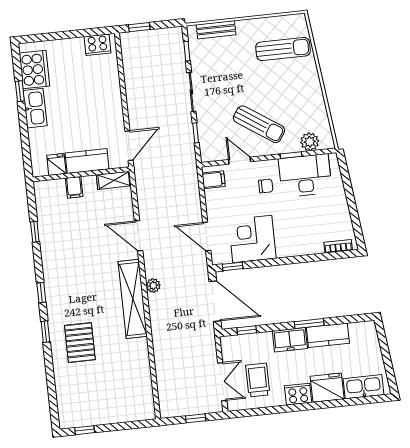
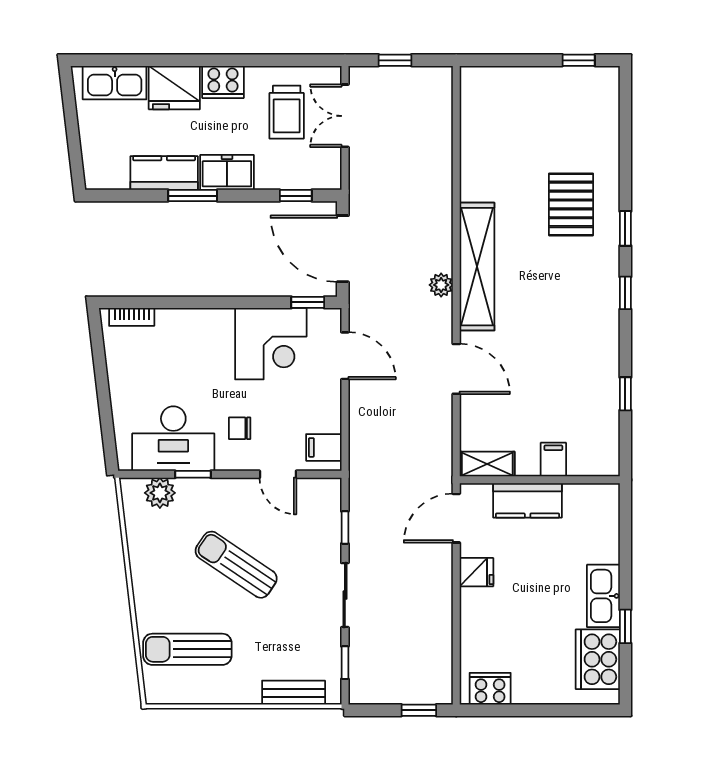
sun lounger: (259, 124) -> (236, 565), moved
fridge: (56, 164) -> (476, 572), moved, turned -90

